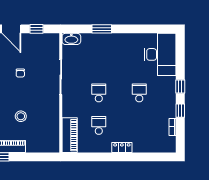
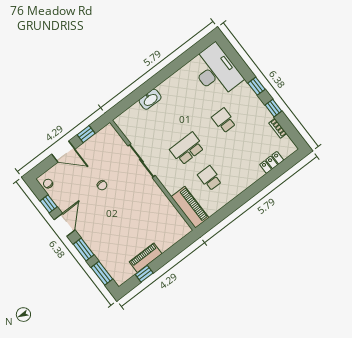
window: (102, 29) -> (145, 89), removed
washbasin: (71, 39) -> (150, 99), moved
school desk: (99, 93) -> (187, 149), width x1.85
stool: (21, 116) -> (133, 224), removed
locker: (122, 147) -> (272, 162), moved

